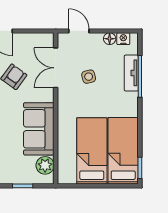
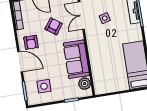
bed: (92, 151) -> (115, 69), removed

